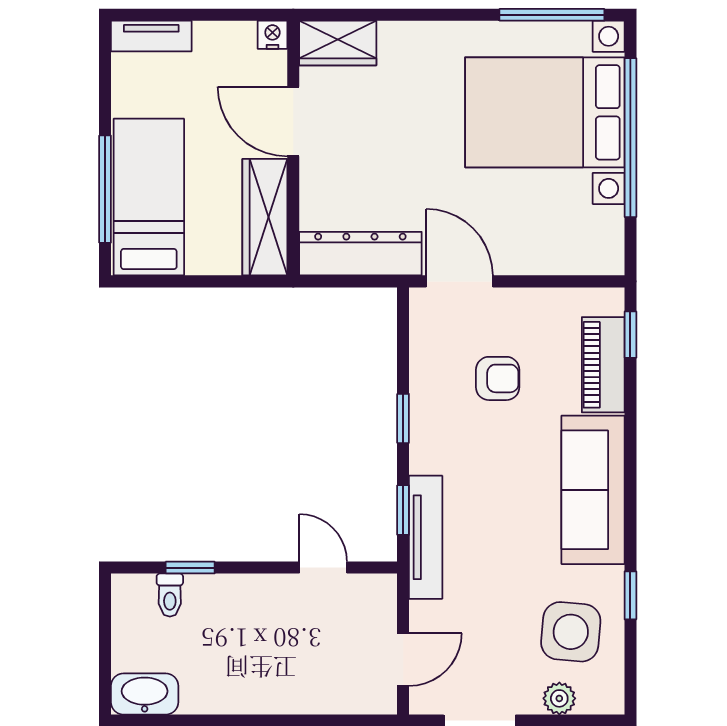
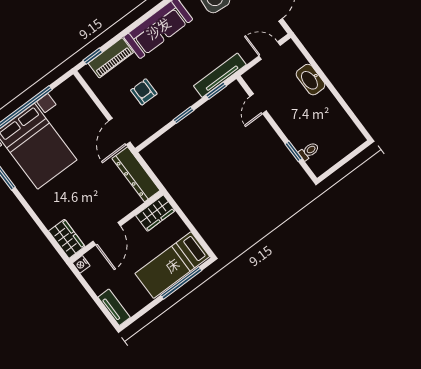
wardrobe: (265, 217) -> (155, 213), width x0.67
washbasin: (145, 694) -> (311, 80), moved

